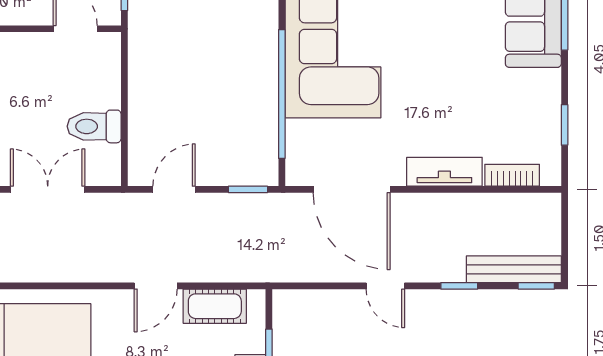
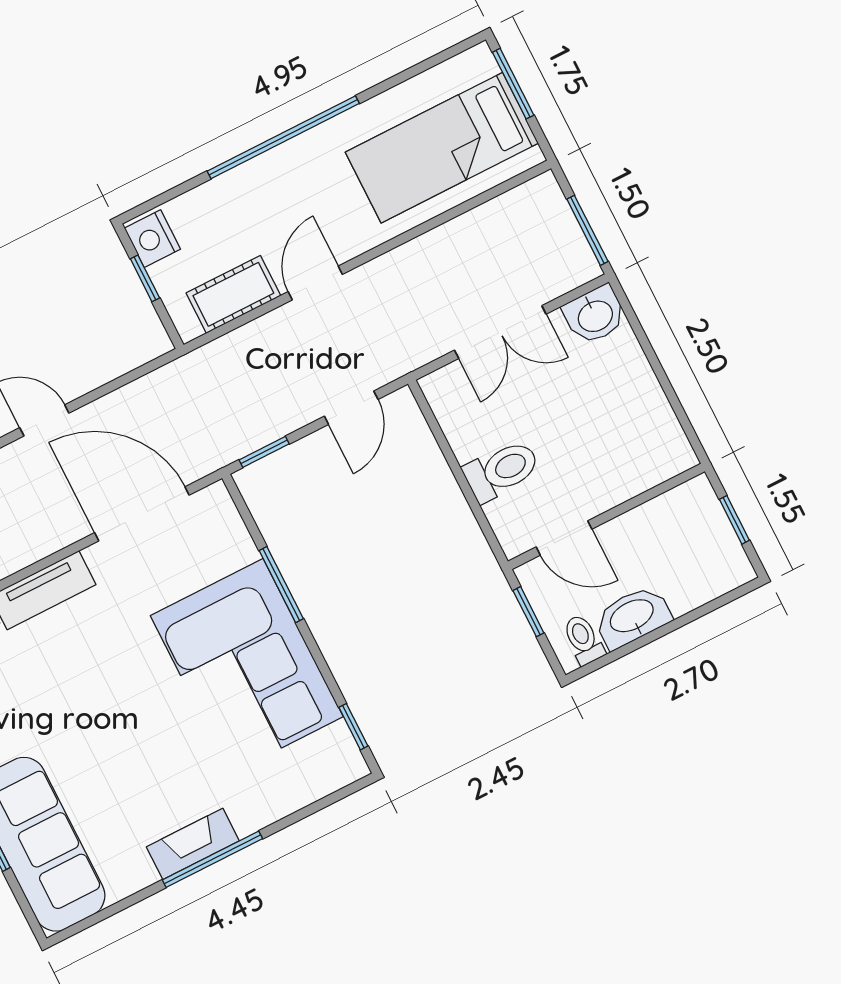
window: (282, 94) -> (281, 585), width x0.47
toilet: (94, 126) -> (502, 471), moved

